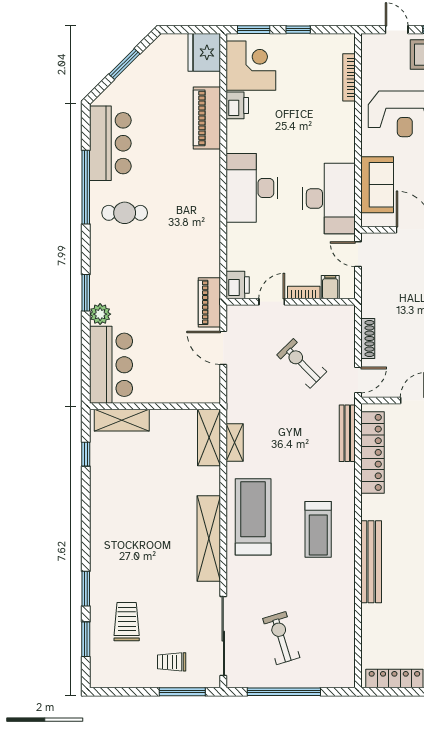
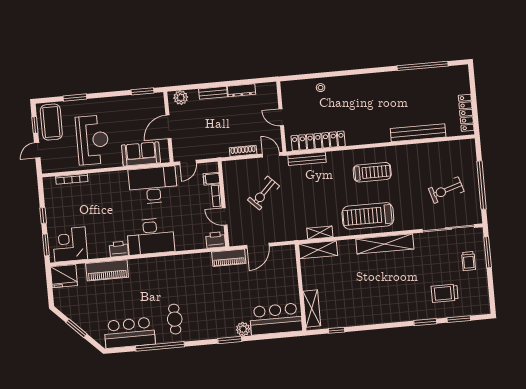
printer: (237, 105) -> (119, 249), moved
bench: (371, 562) -> (418, 133), moved

